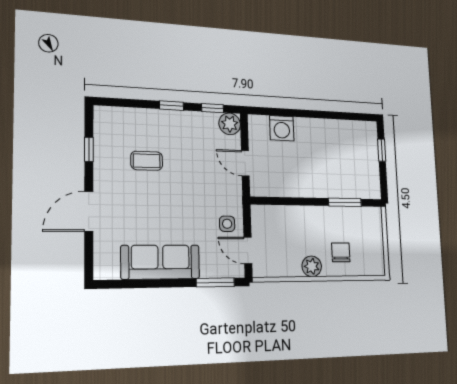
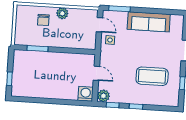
washing machine: (282, 128) -> (86, 94), moved
coffee table: (147, 161) -> (152, 76), width x1.86, depth x1.72

